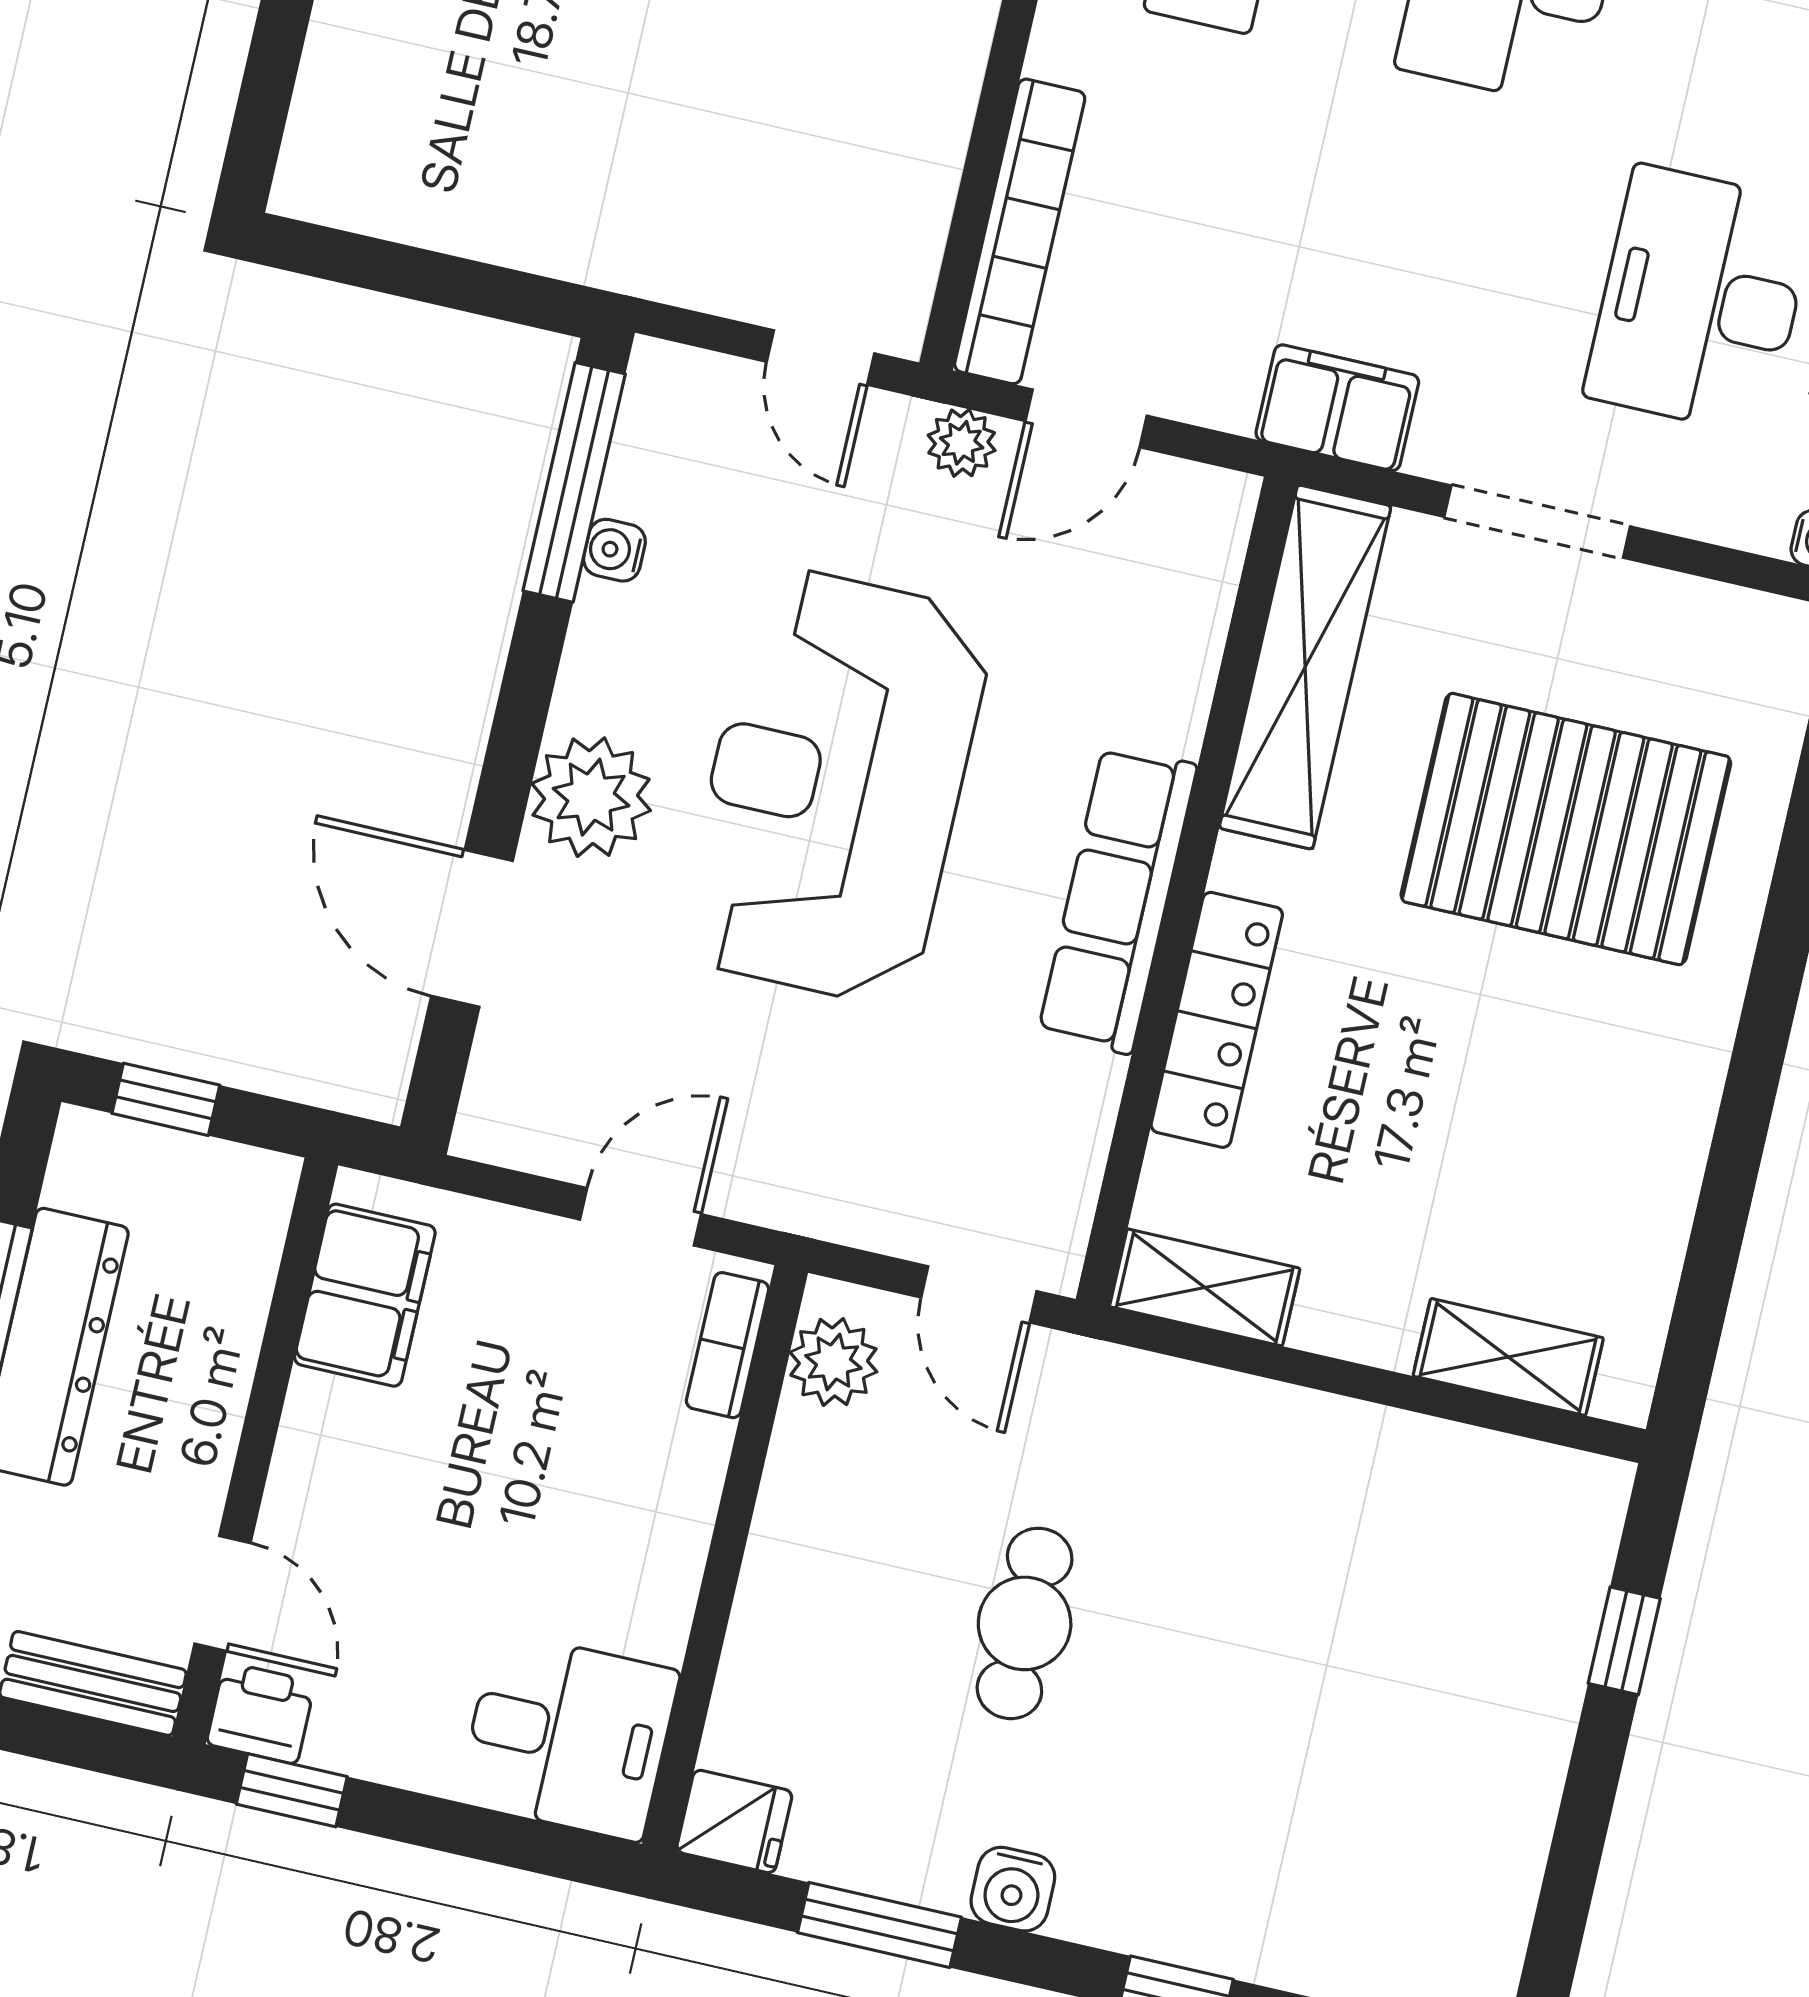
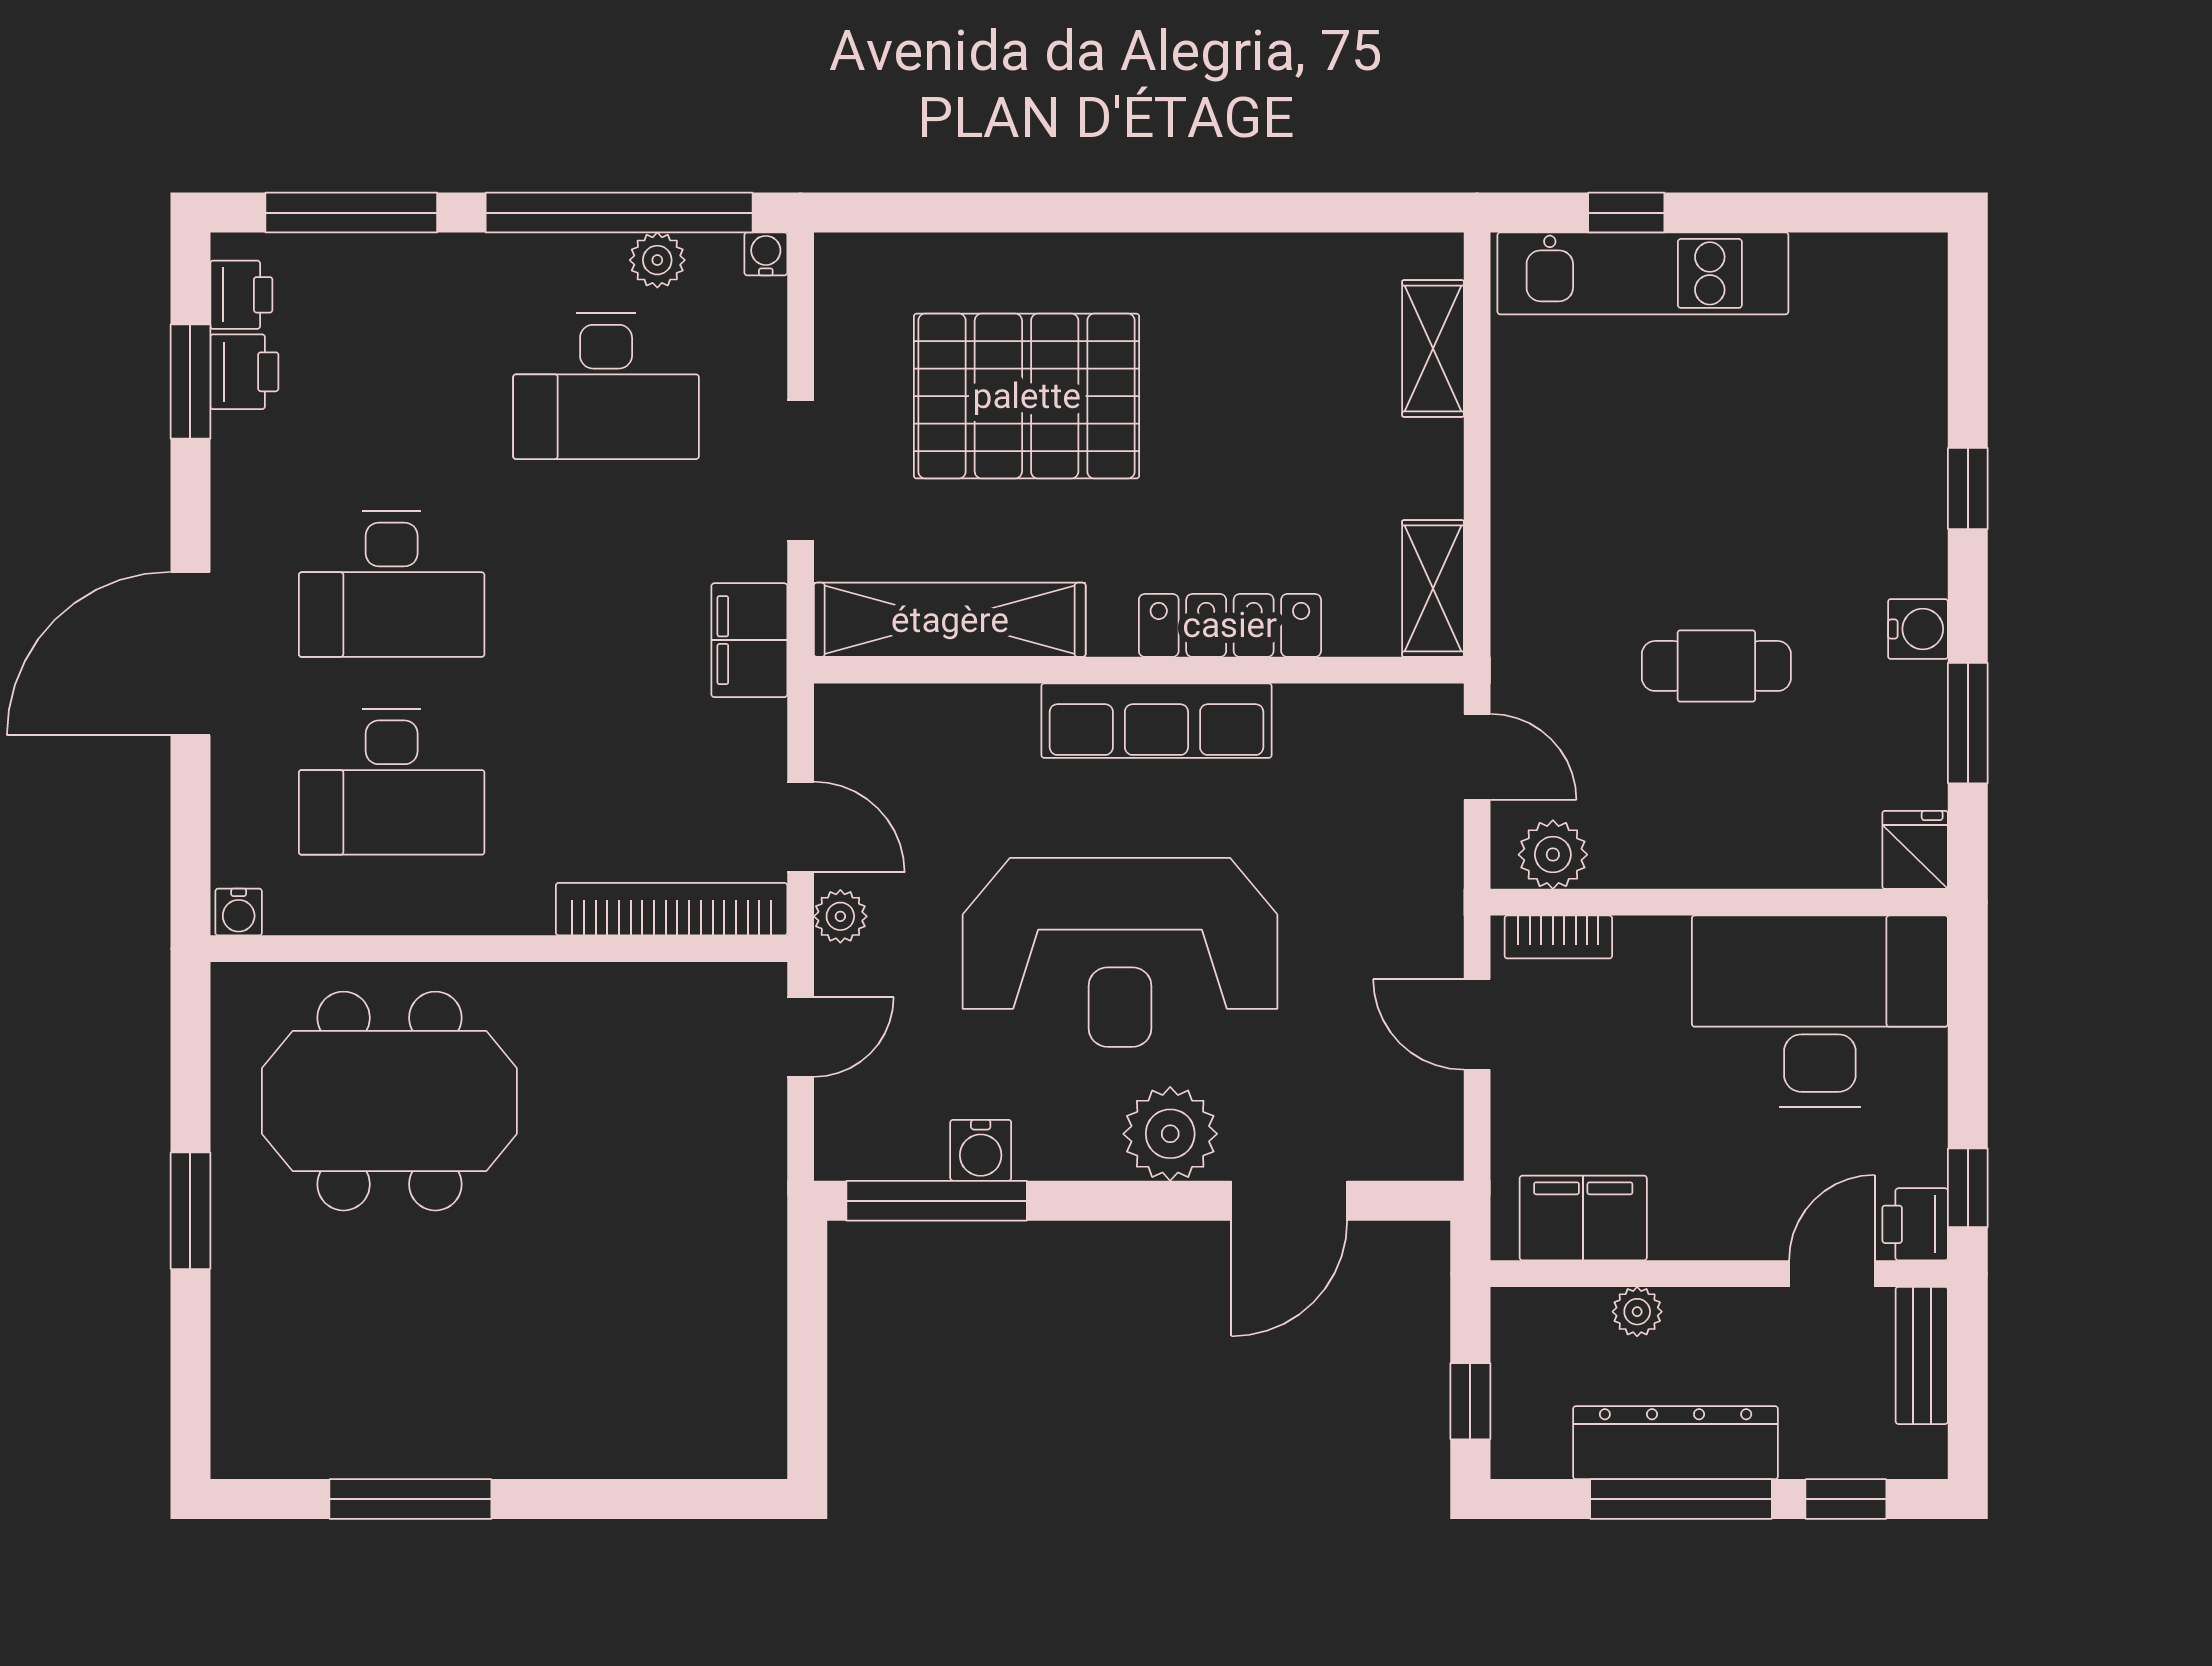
water cooler: (614, 550) -> (981, 1150), width x1.38, depth x1.38
pallet: (1566, 829) -> (1027, 396), turned 90
door: (979, 1294) -> (1477, 757), hinge flipped
plant: (231, 1336) -> (1637, 1312), added
kitchen unit: (1542, 1644) -> (1643, 273), added
desk: (568, 1736) -> (1820, 1011), width x1.87, depth x1.30

